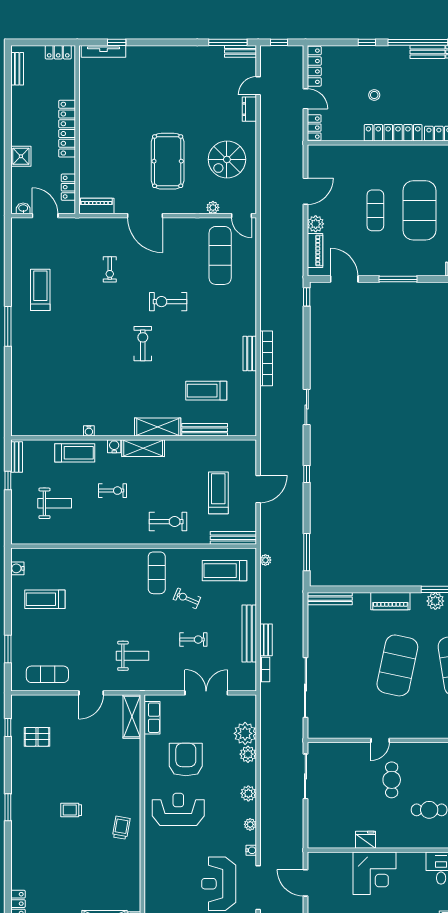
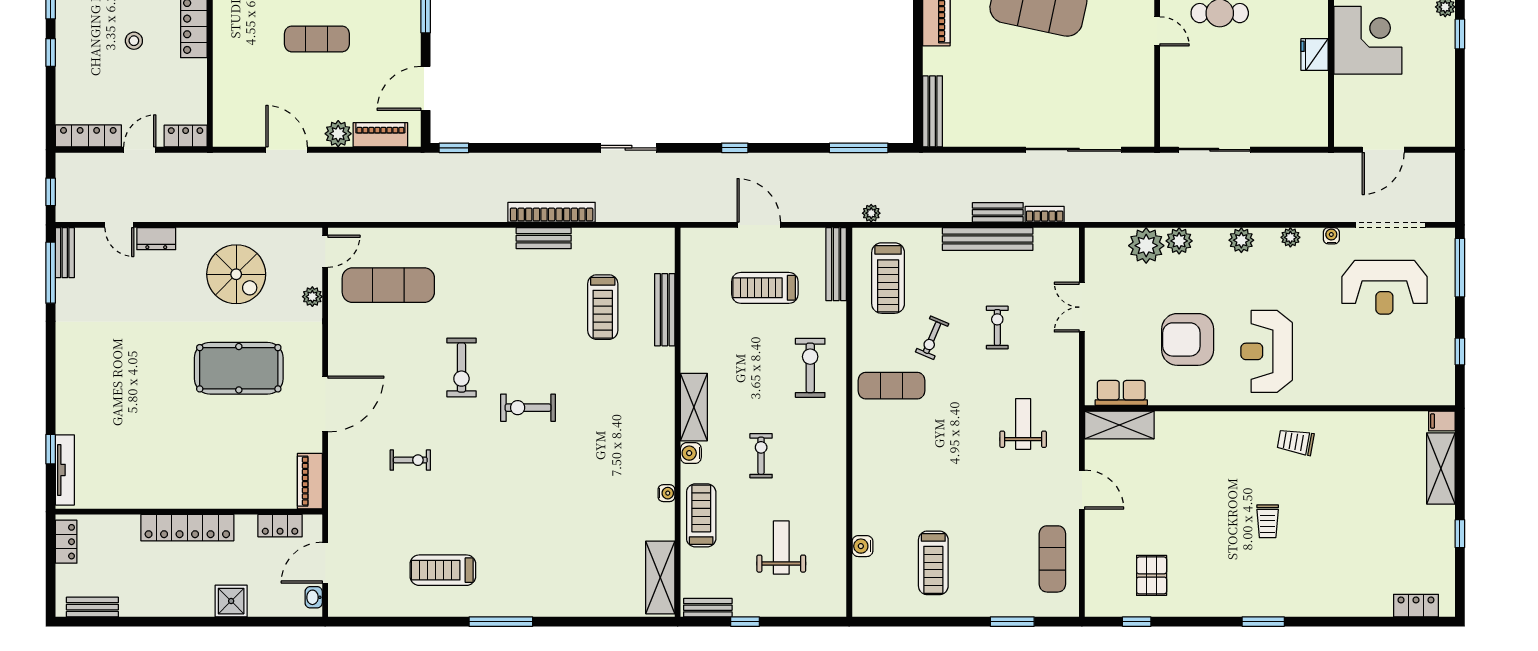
shelving: (158, 427) -> (660, 577), moved
water cooler: (17, 568) -> (862, 546), moved, turned 90
double door: (206, 693) -> (1082, 307), width x0.73

